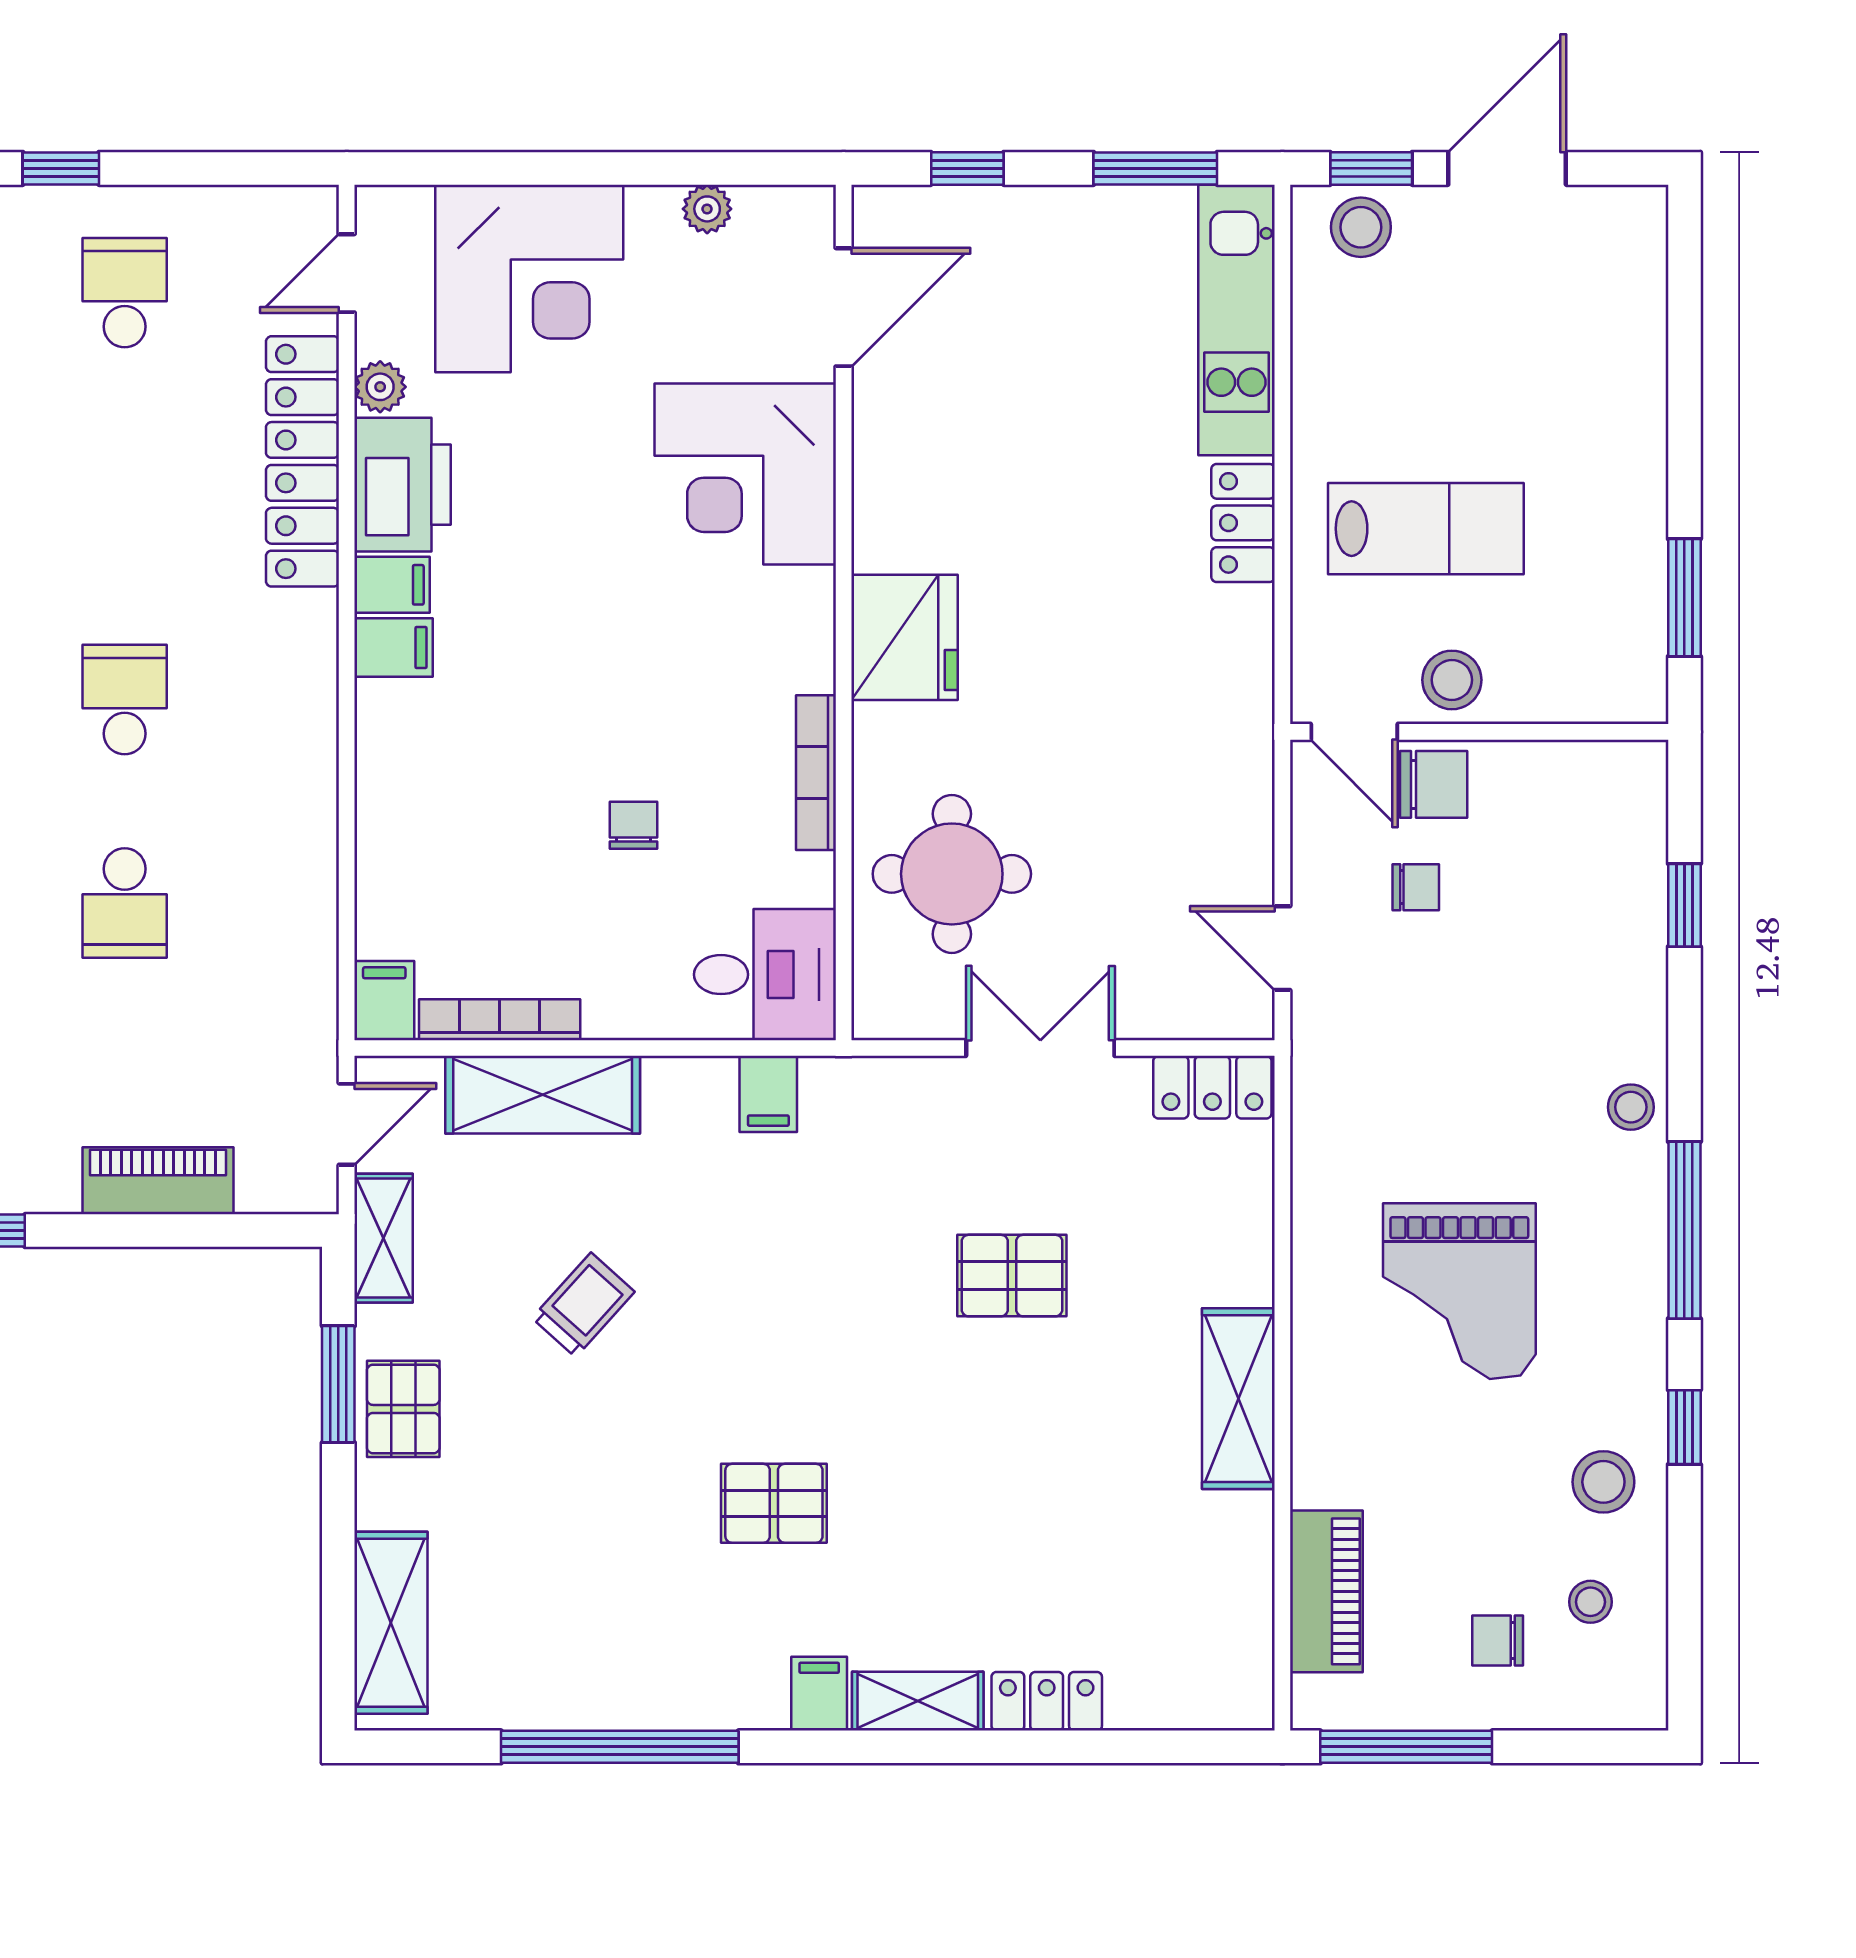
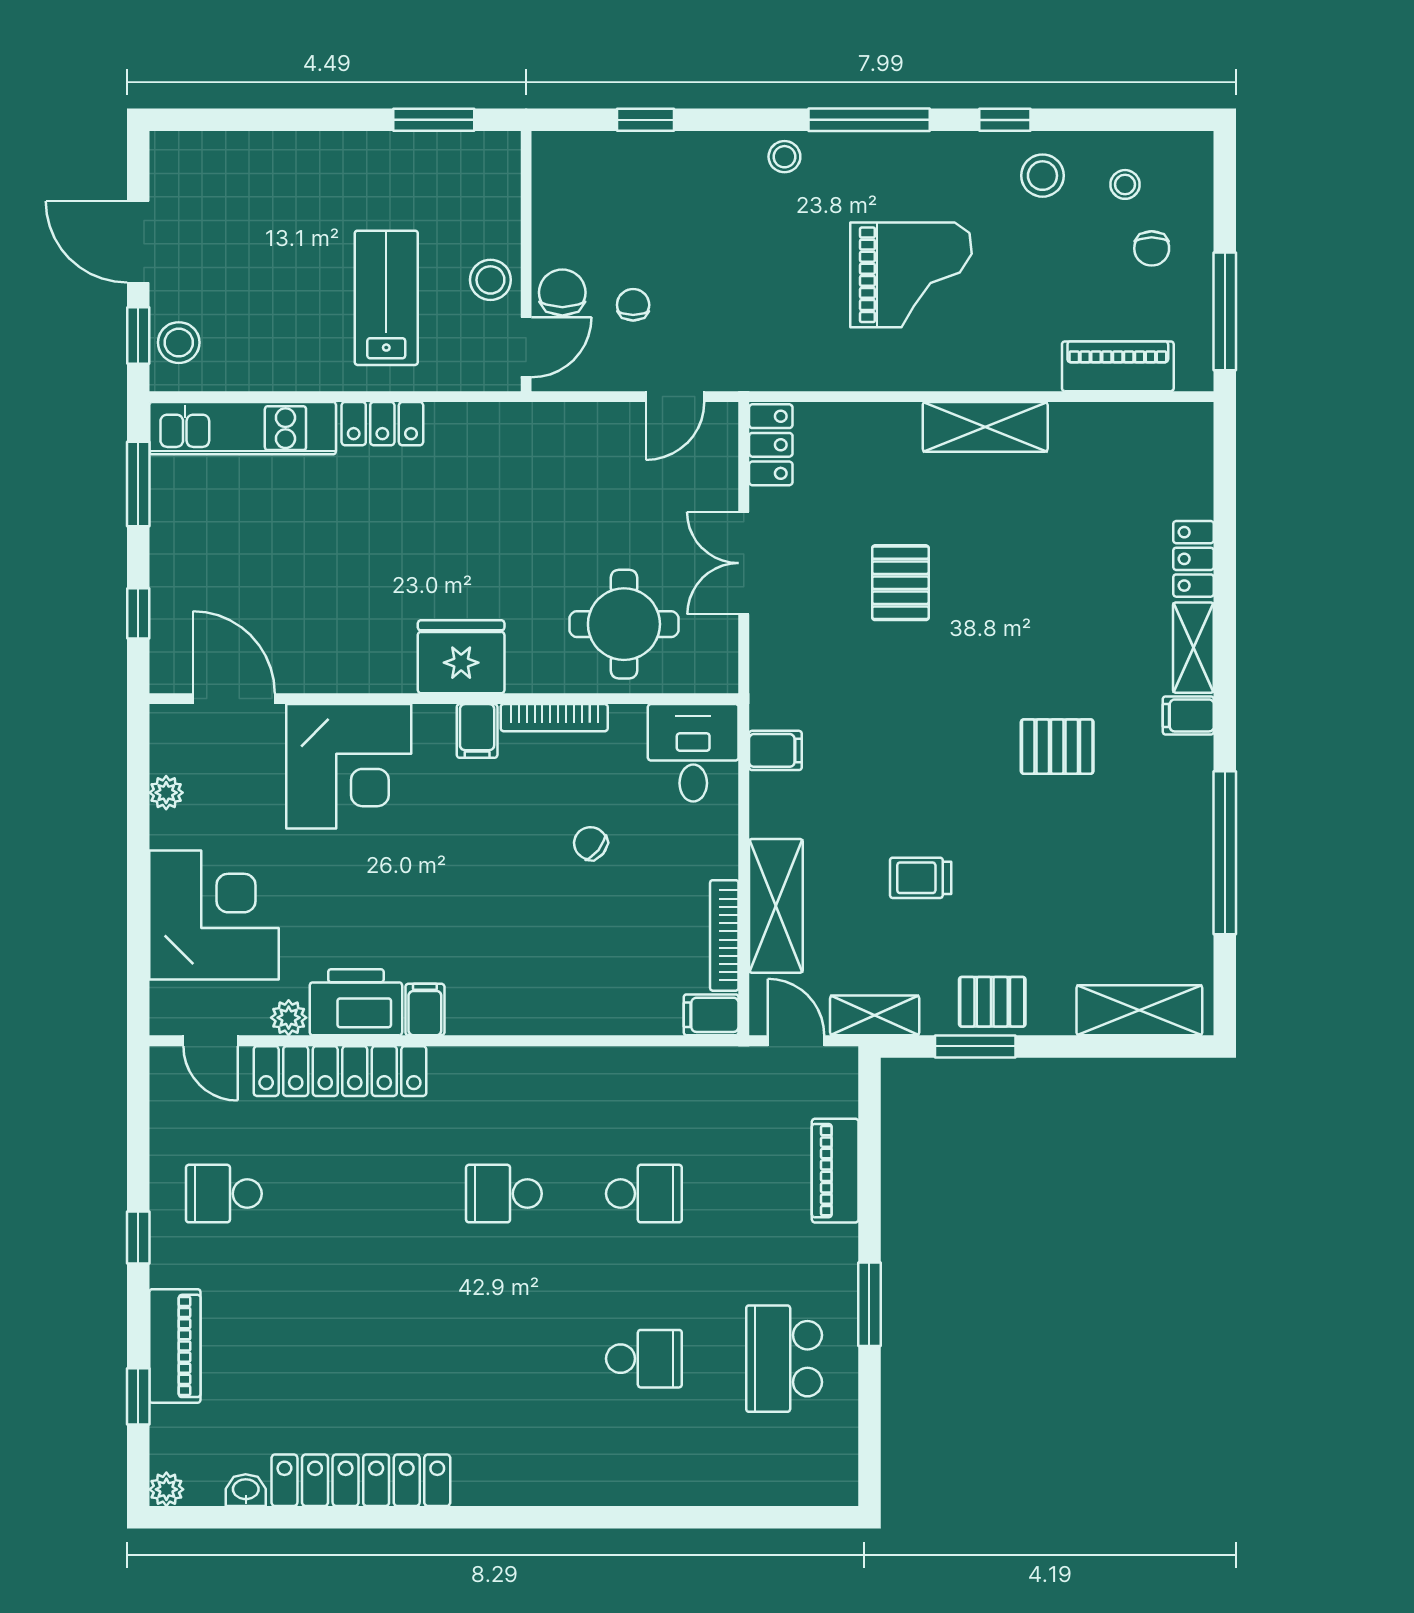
filing cabinet: (394, 647) -> (477, 731), moved, turned 180
chair: (633, 825) -> (590, 843), turned 39
trolley: (583, 1305) -> (921, 878), turned -42
pallet: (774, 1503) -> (1057, 747), turned 90

